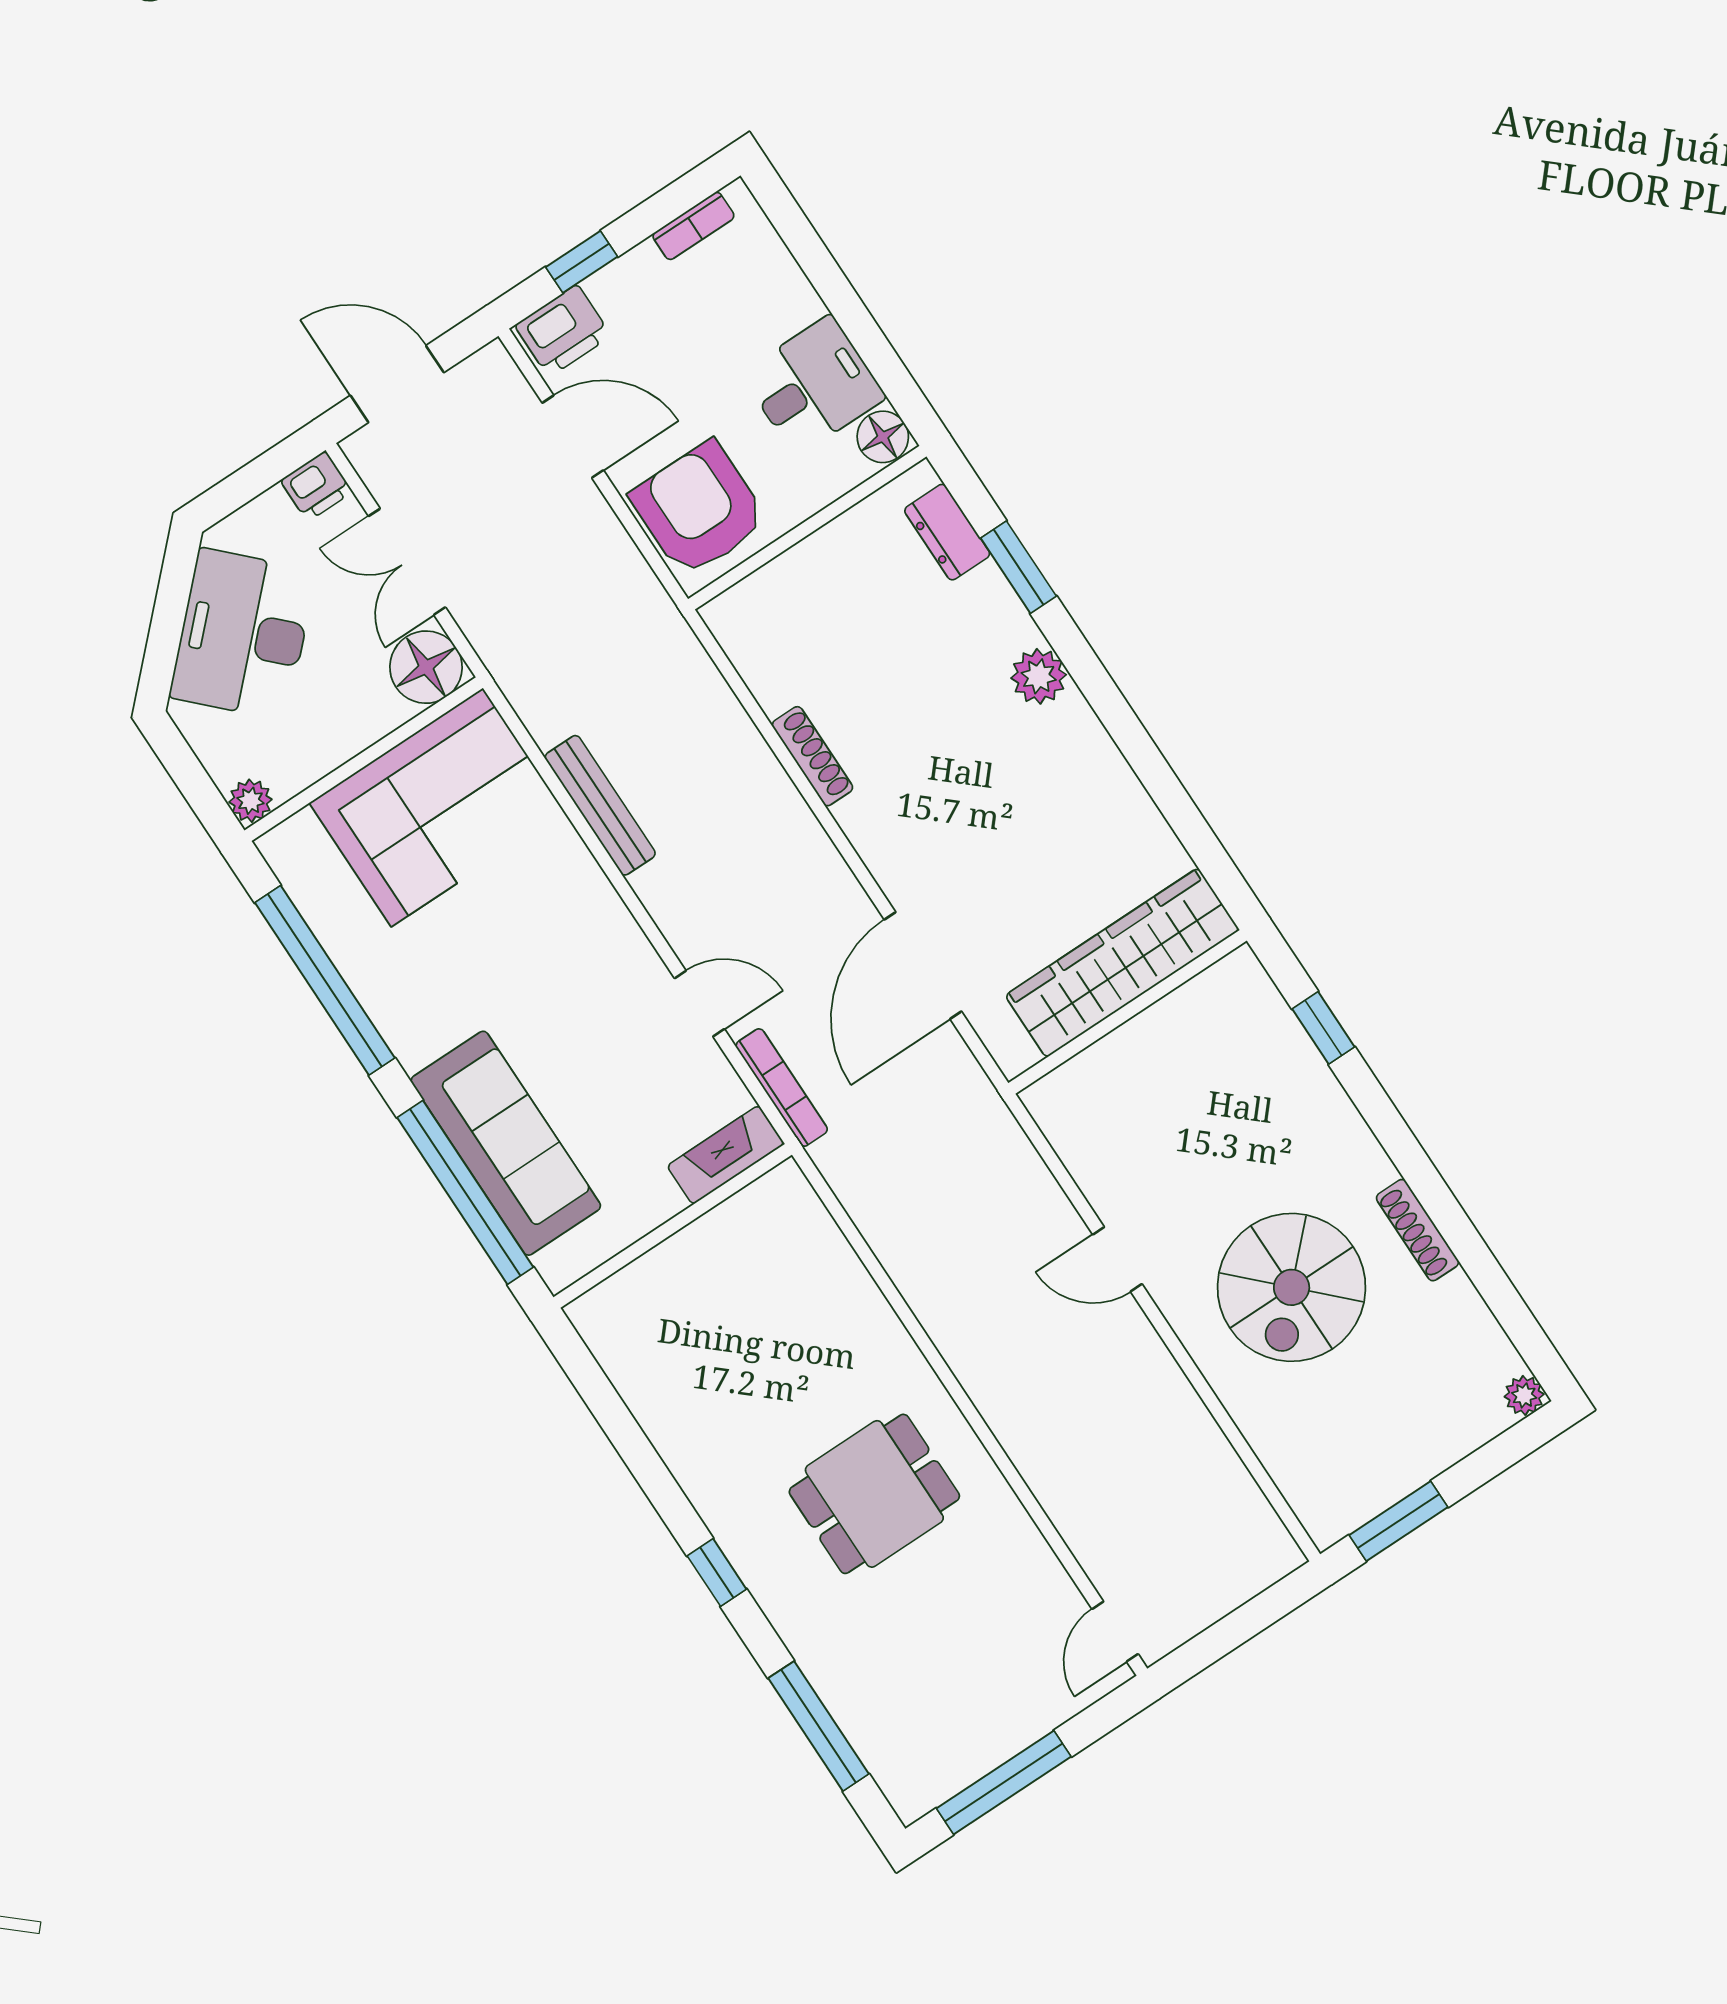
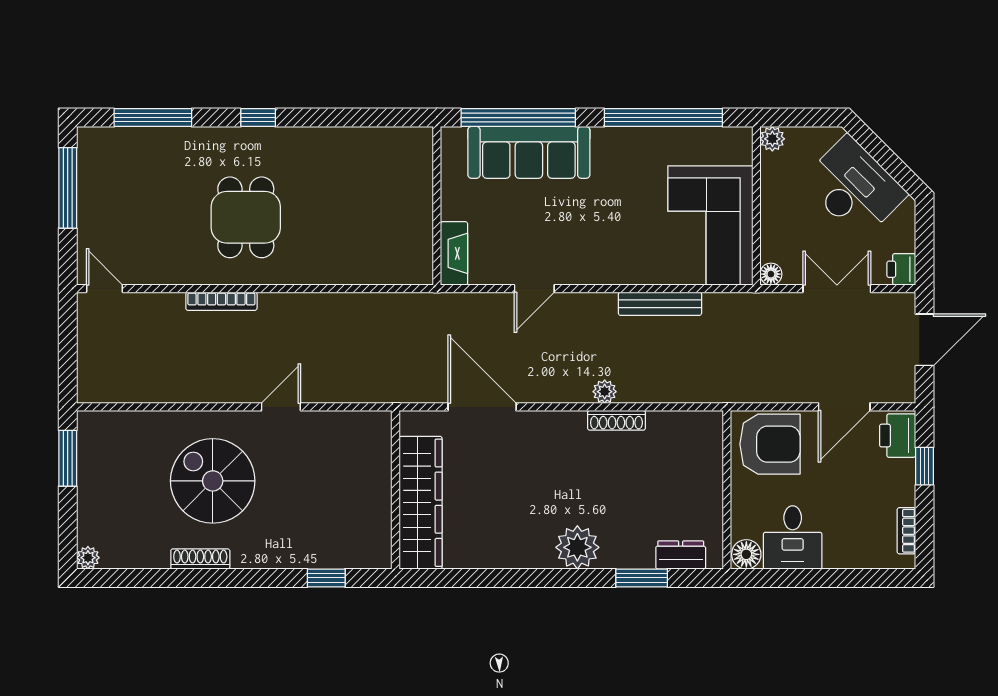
floor lamp: (426, 667) -> (771, 274), width x0.53, depth x0.53
plant: (1039, 676) -> (577, 547), width x1.36, depth x1.36
plant: (782, 801) -> (605, 392), added
bookcase: (782, 1087) -> (221, 301), moved

